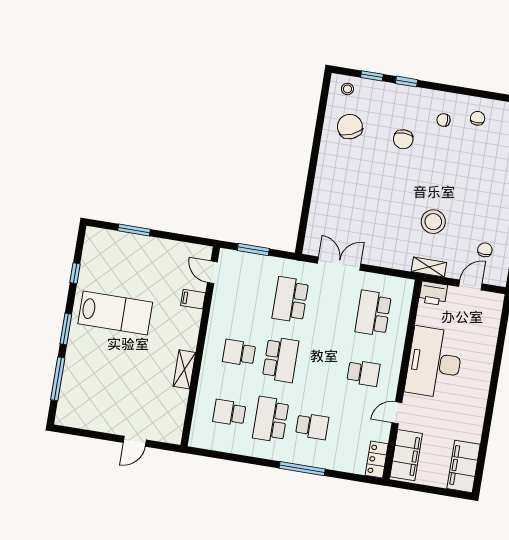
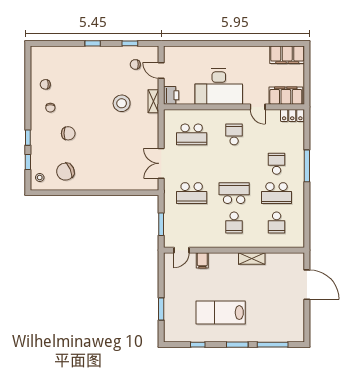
lab bench: (115, 313) -> (221, 313), turned -90
door: (135, 441) -> (307, 285), width x1.87

